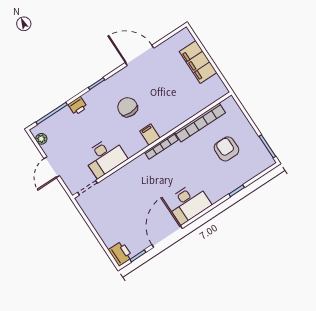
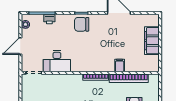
printer: (78, 106) -> (49, 19), moved
chair: (128, 107) -> (82, 24), moved, turned -90
filing cabinet: (150, 134) -> (120, 65), moved

